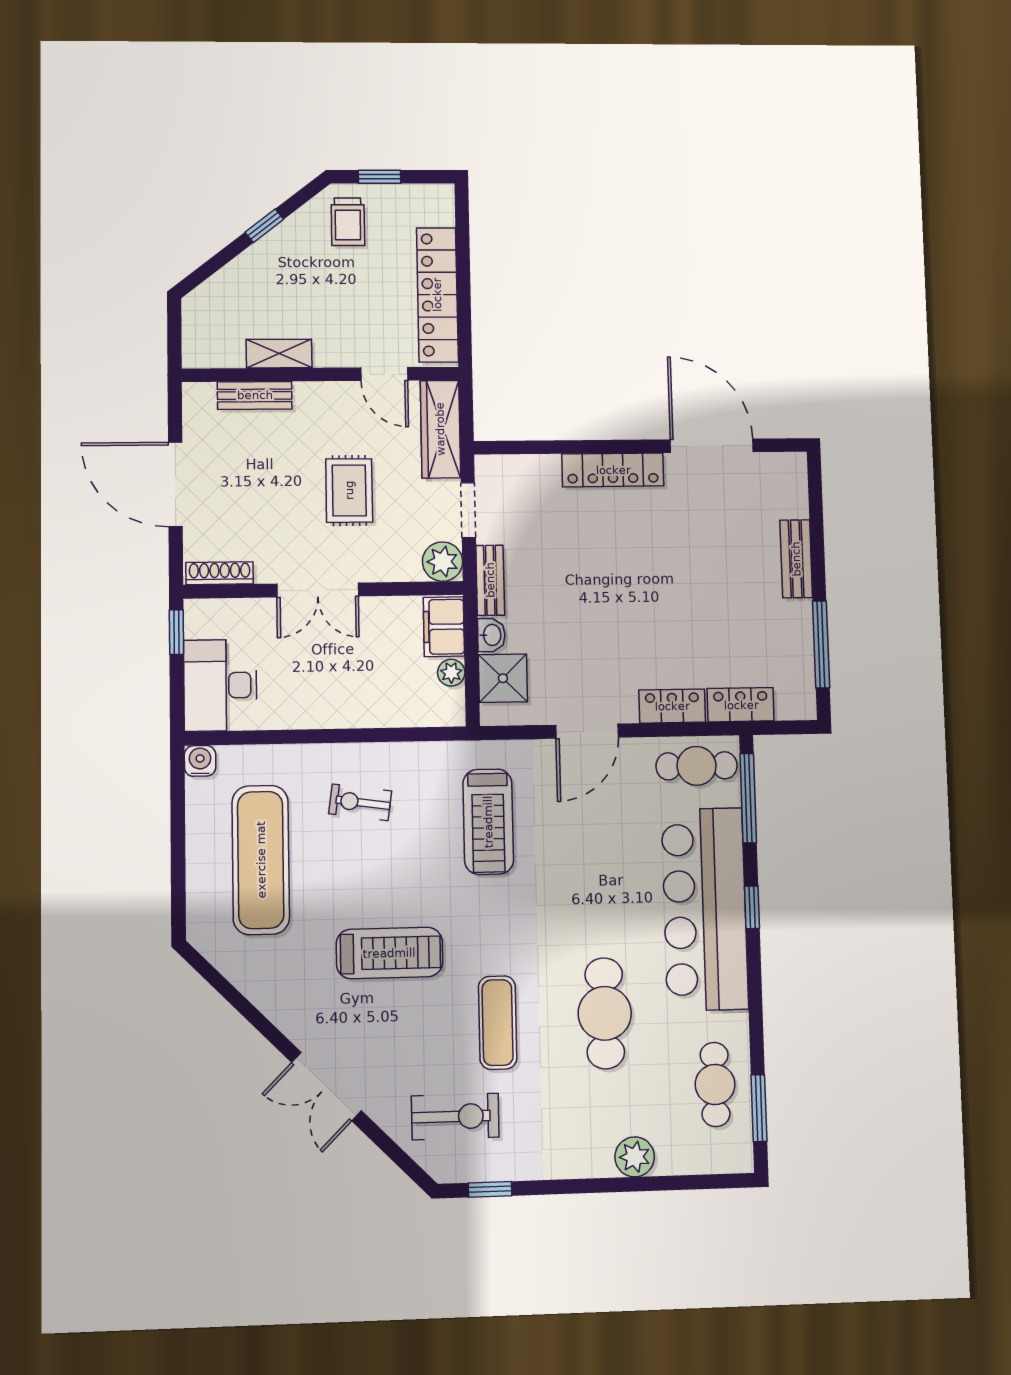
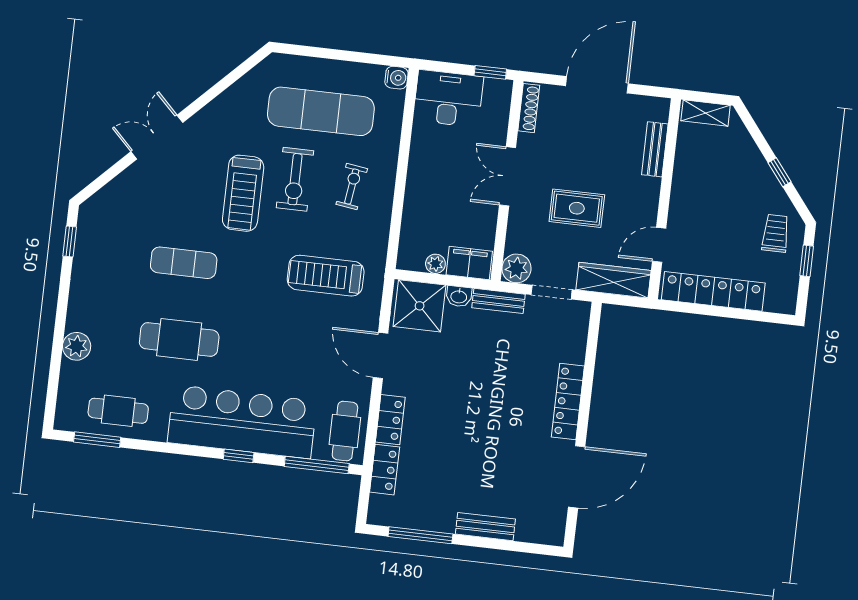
trolley: (348, 222) -> (776, 233), turned 90
shelving: (279, 354) -> (706, 113), moved, turned 90
shower: (503, 678) -> (420, 306), width x1.36, depth x1.36
exercise bike: (455, 1117) -> (295, 179), moved

